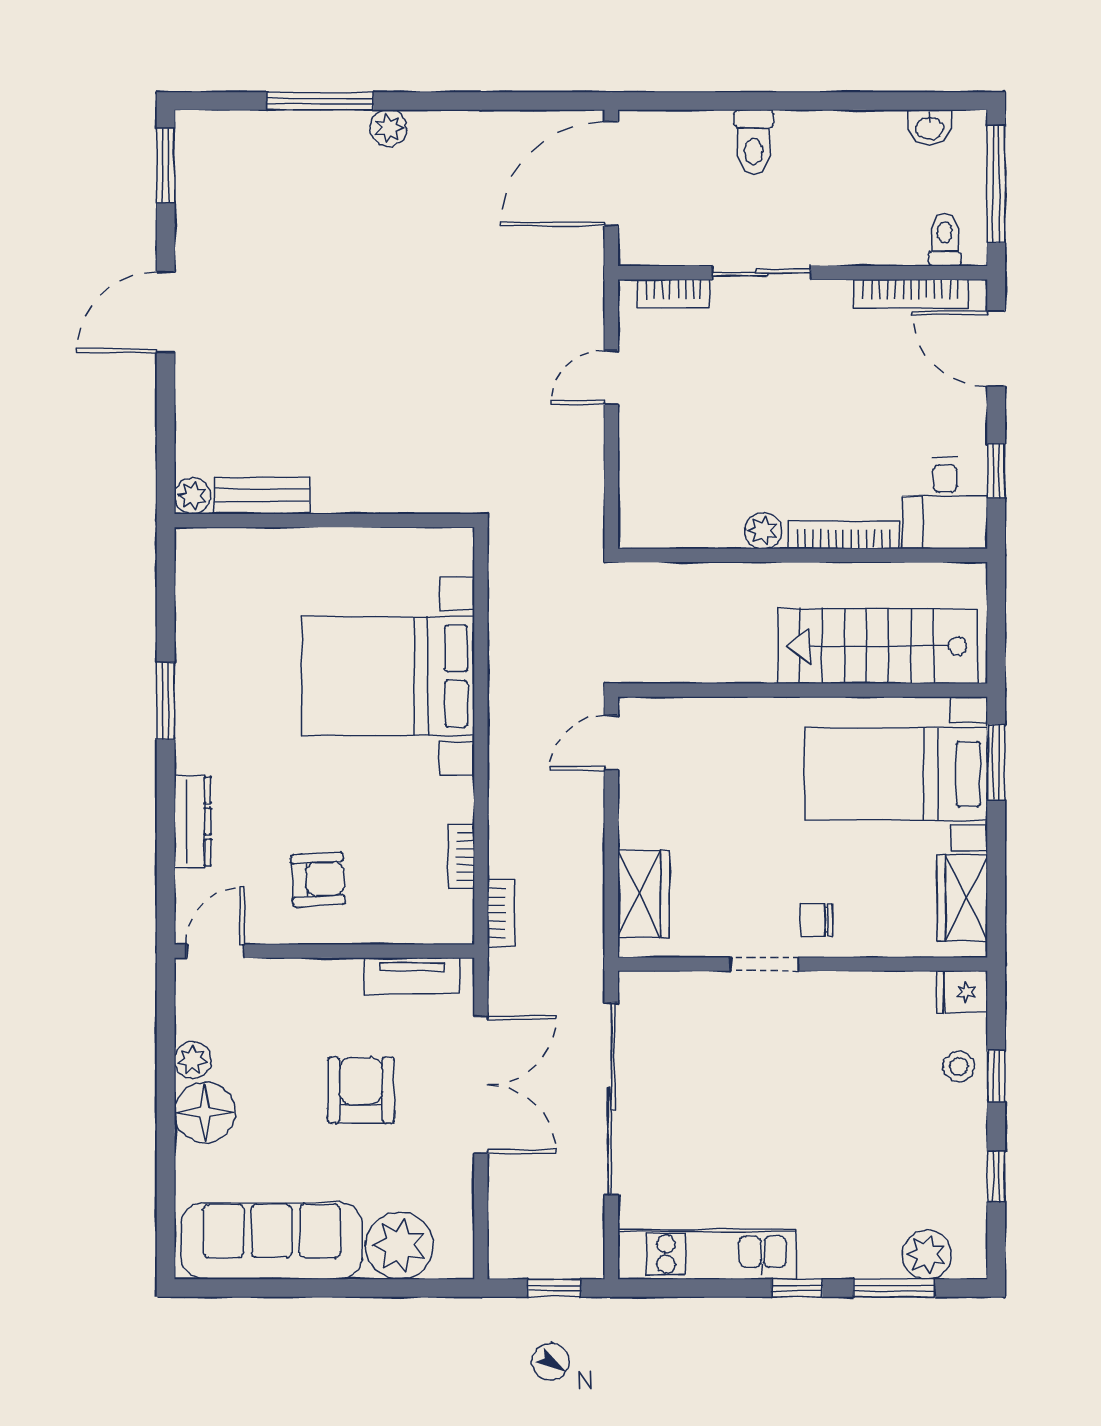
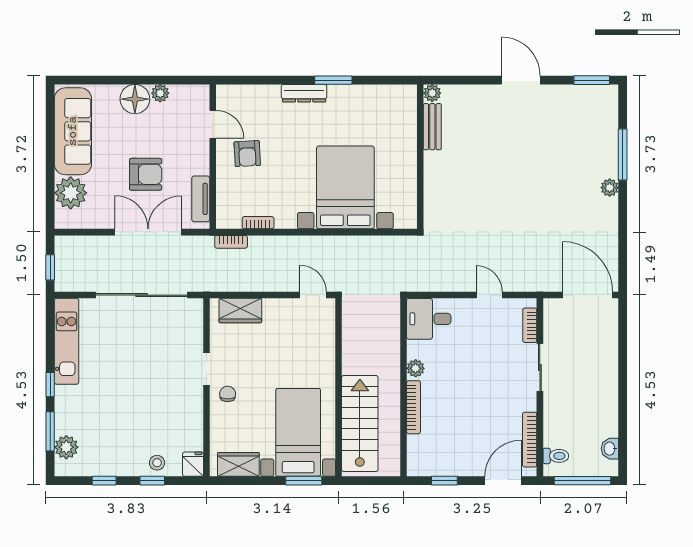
toilet: (754, 142) -> (603, 364), removed
desk: (945, 503) -> (429, 319), moved
dresser: (193, 821) -> (304, 93), moved
door: (215, 951) -> (213, 124), moved
double door: (481, 1085) -> (148, 232), swing flipped

